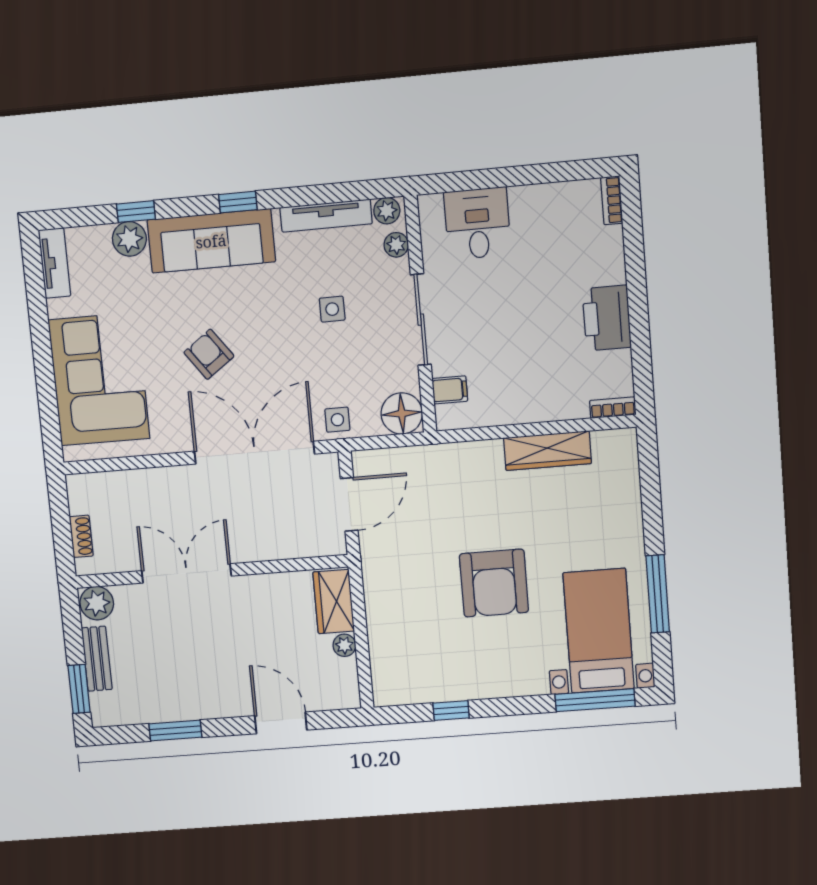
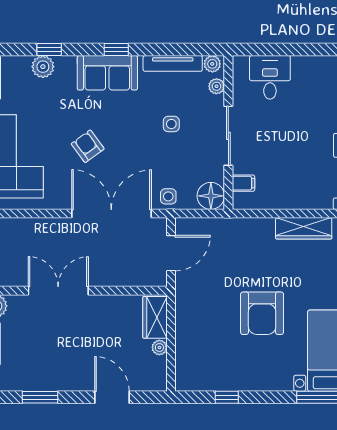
sofa: (211, 241) -> (107, 73), width x0.73

